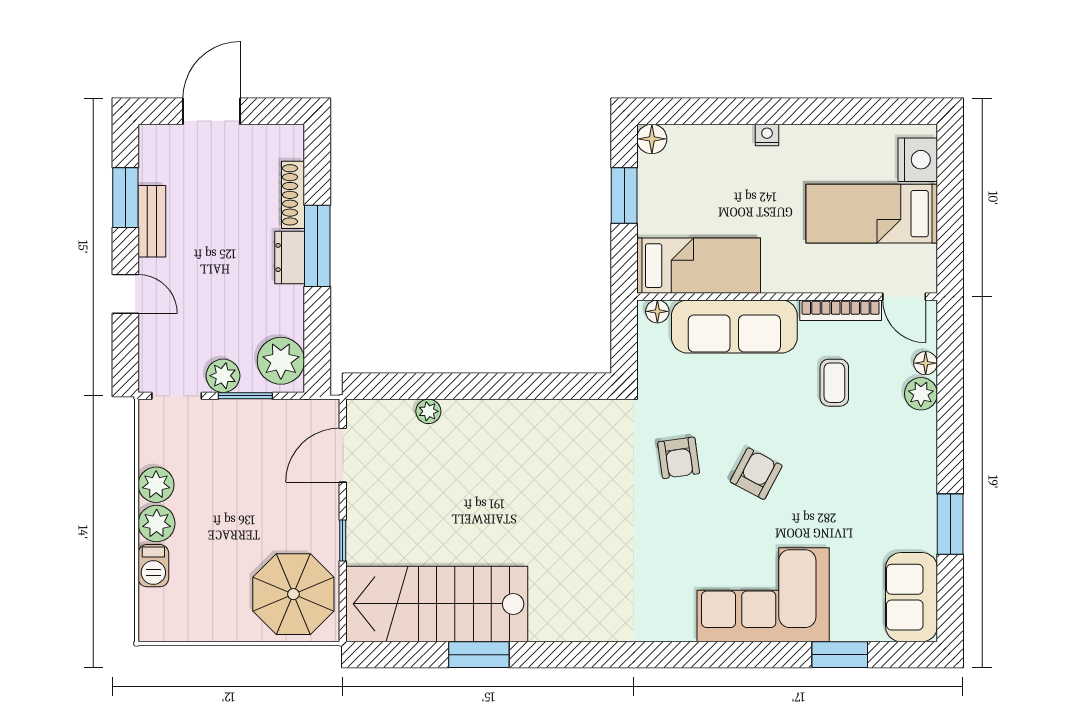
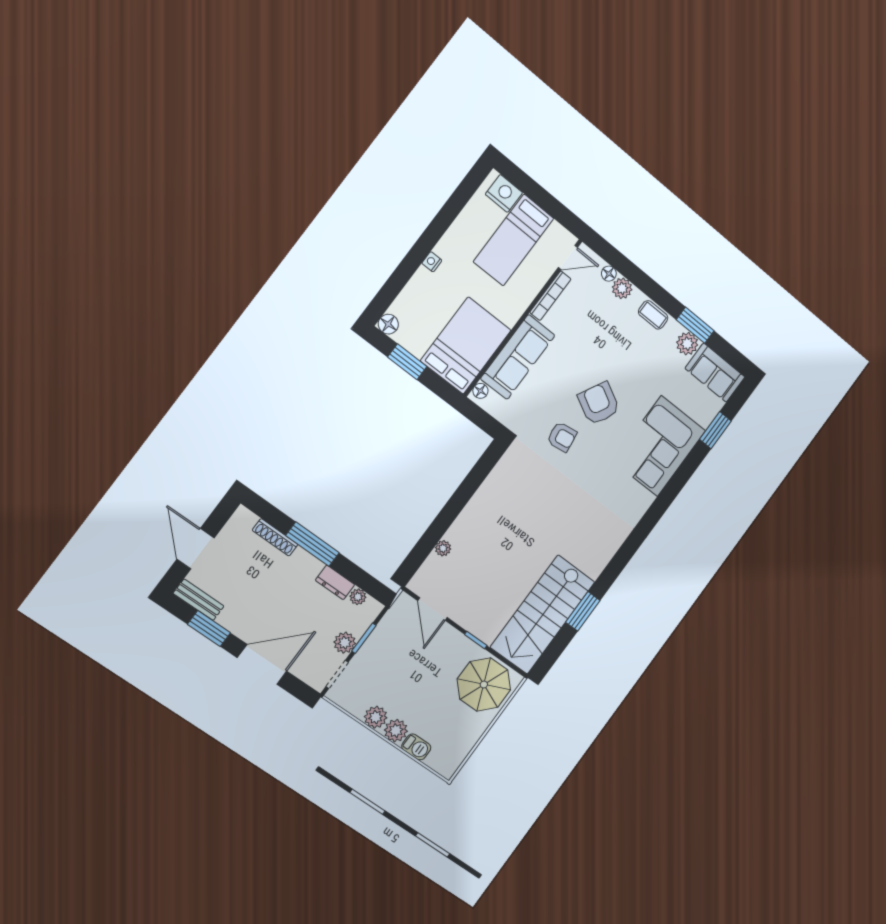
bench: (152, 221) -> (199, 600), moved
dresser: (290, 258) -> (335, 582), moved
bed: (699, 266) -> (466, 346), width x1.50
door: (125, 294) -> (262, 664), width x1.88
plant: (281, 361) -> (358, 597), width x0.53, depth x0.53
coffee table: (834, 383) -> (653, 315), moved
armchair: (756, 474) -> (599, 403), width x1.38, depth x1.38
plant: (919, 532) -> (687, 344), added

